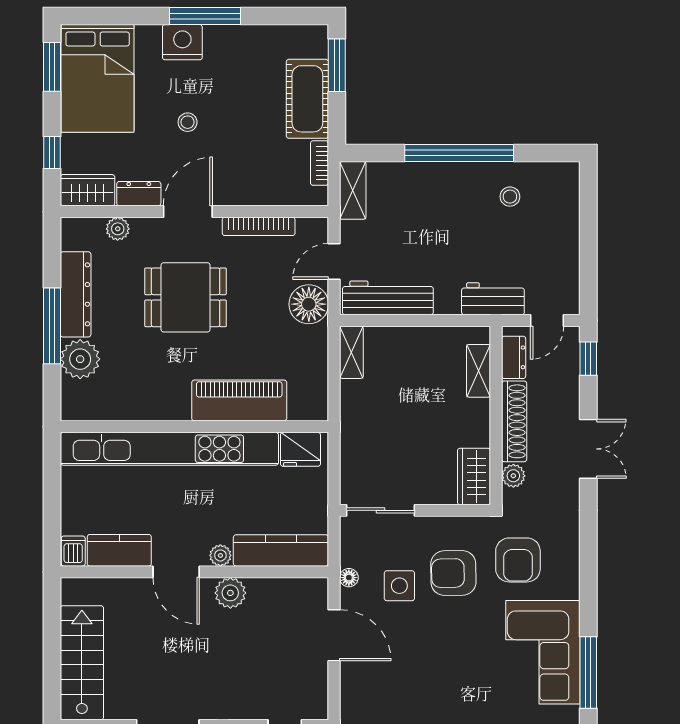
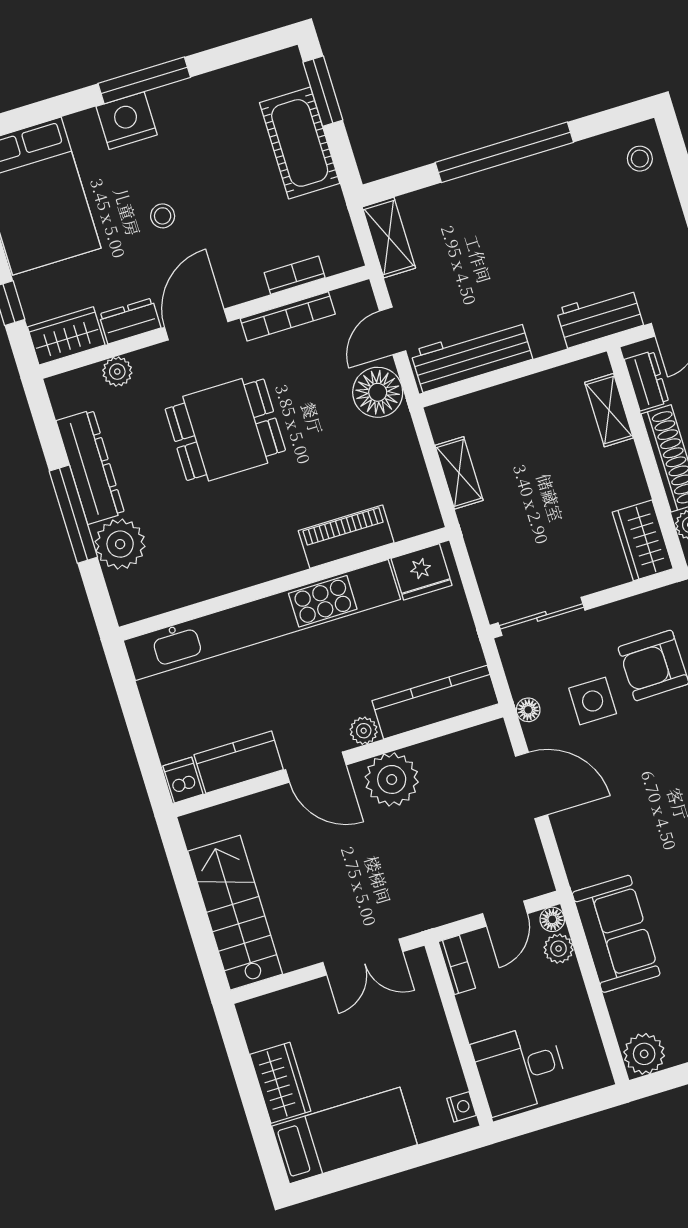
bookcase: (319, 163) -> (295, 275), moved, turned 90
stool: (510, 197) -> (640, 159), moved
shelving: (351, 352) -> (459, 473), moved
piano: (239, 400) -> (346, 537), width x0.73, depth x0.75
plant: (230, 593) -> (392, 779), width x1.36, depth x1.36

